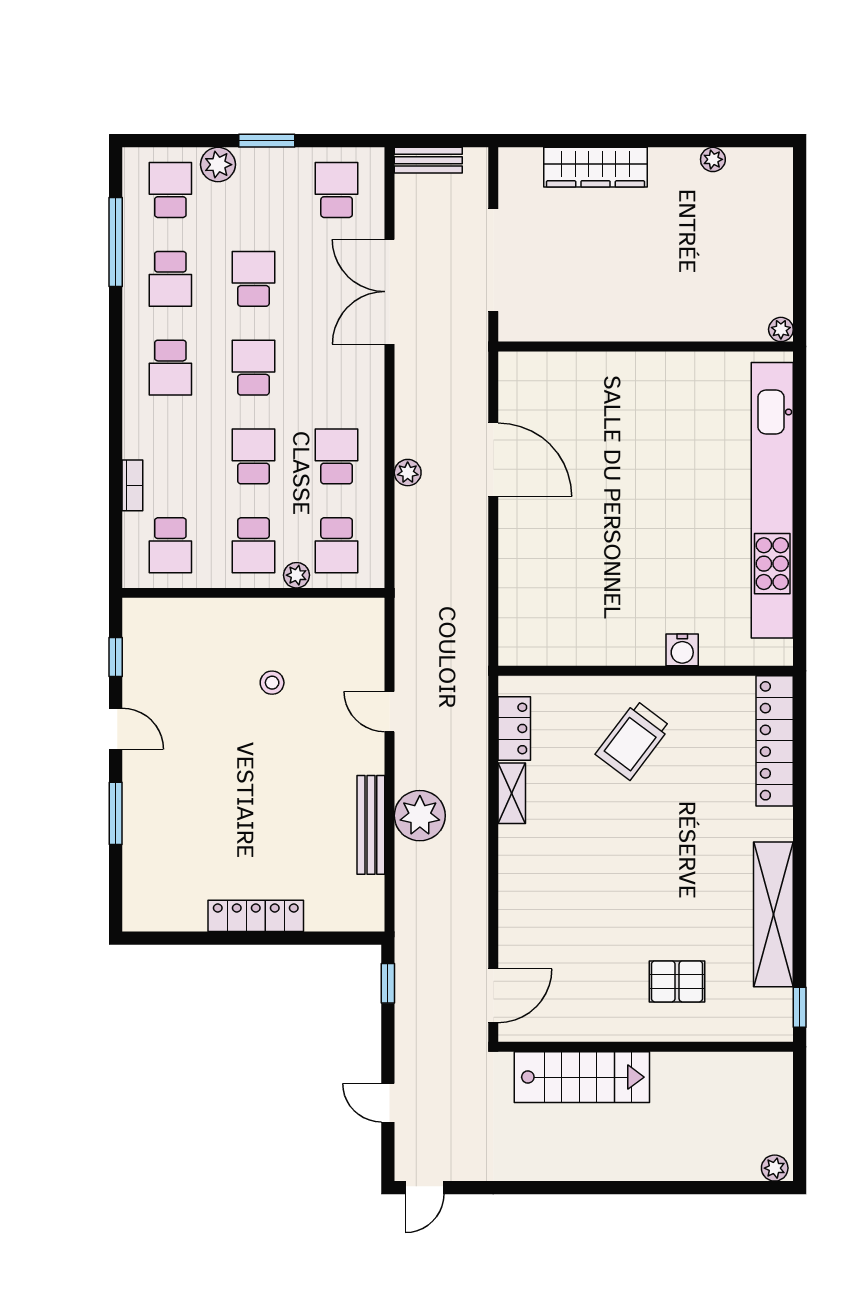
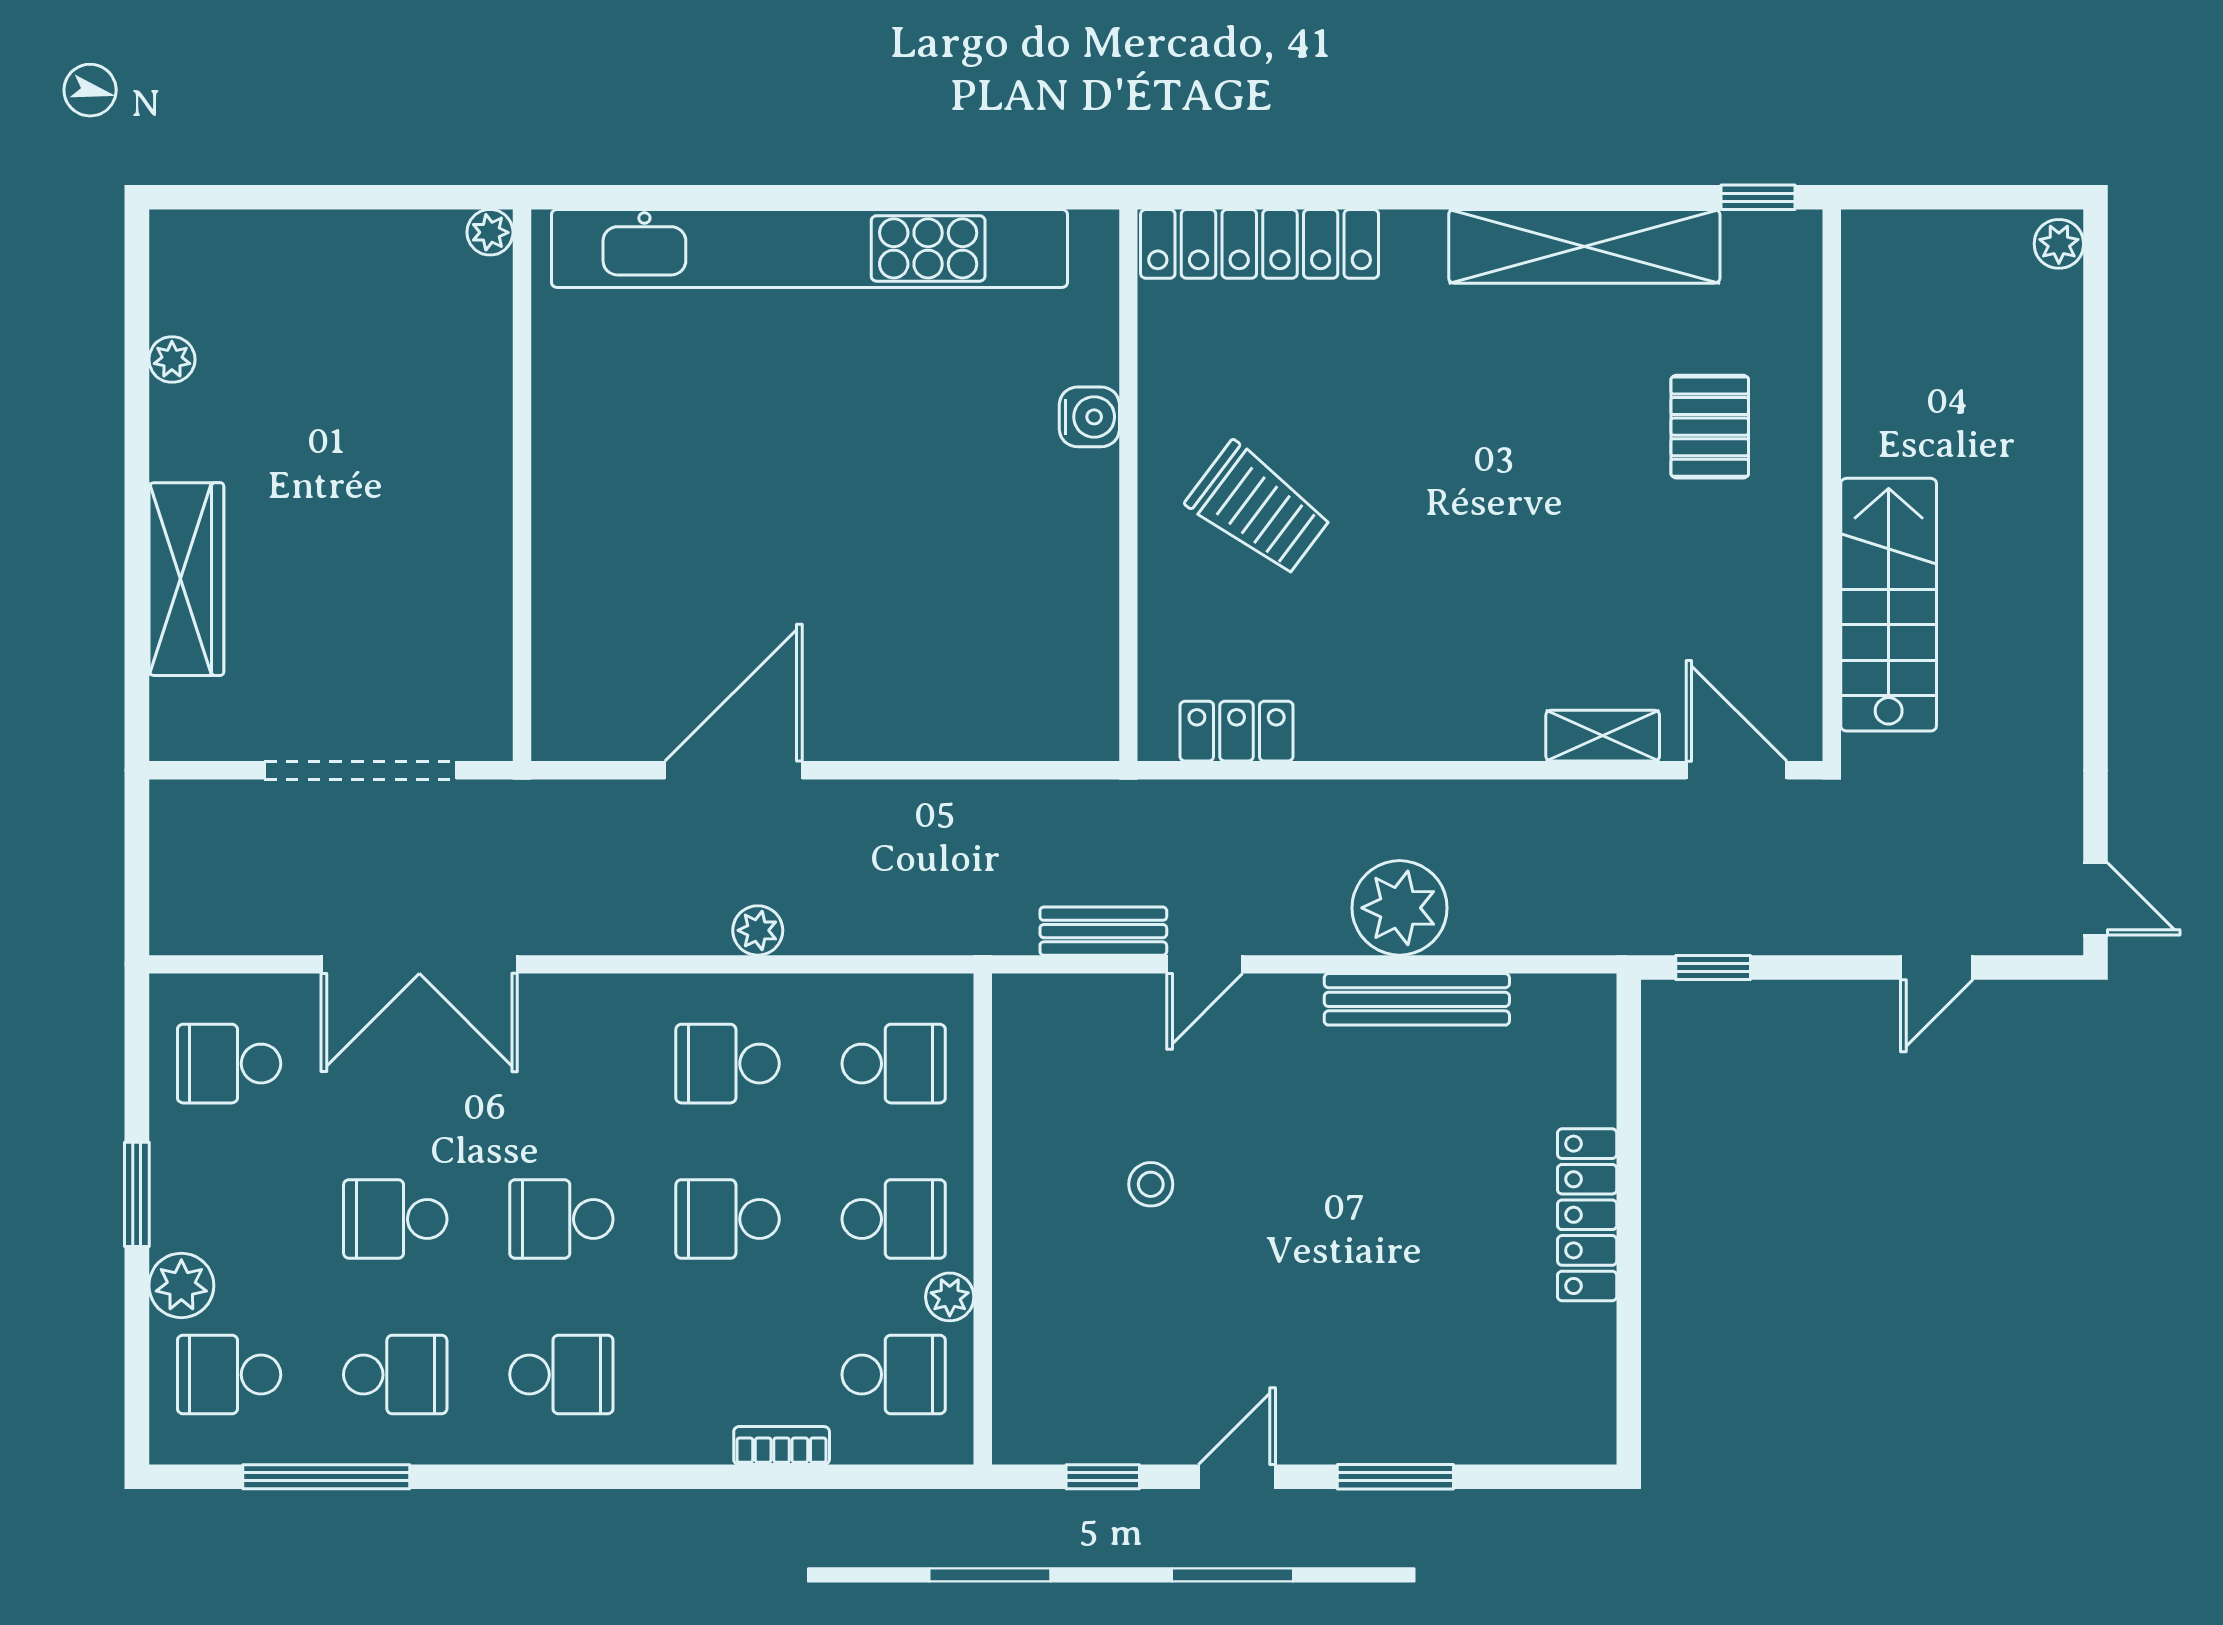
bench: (428, 160) -> (1103, 931), moved, turned 90
plant: (297, 575) -> (950, 1297), moved
shelving: (512, 793) -> (1603, 736), moved

